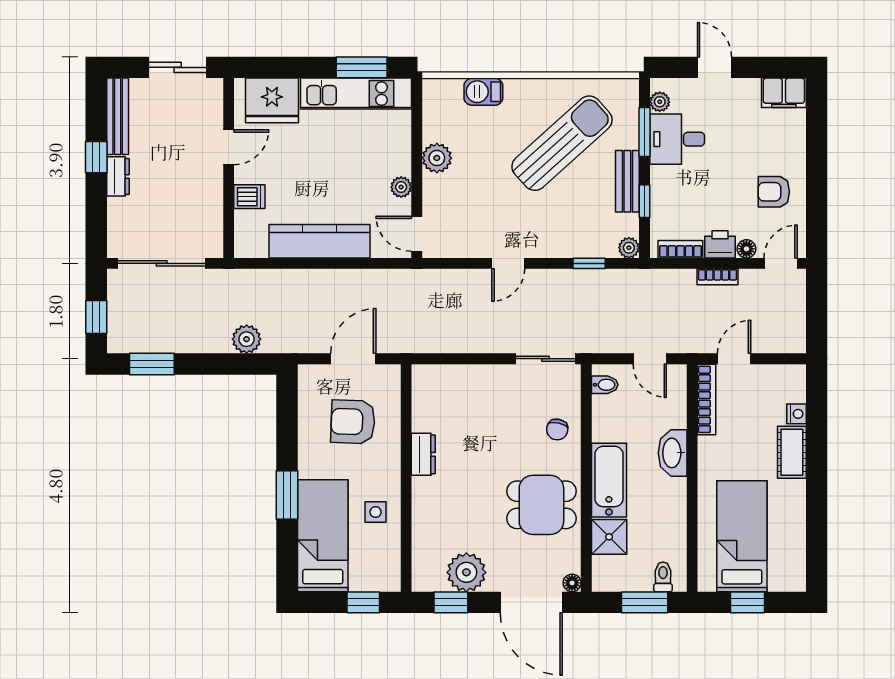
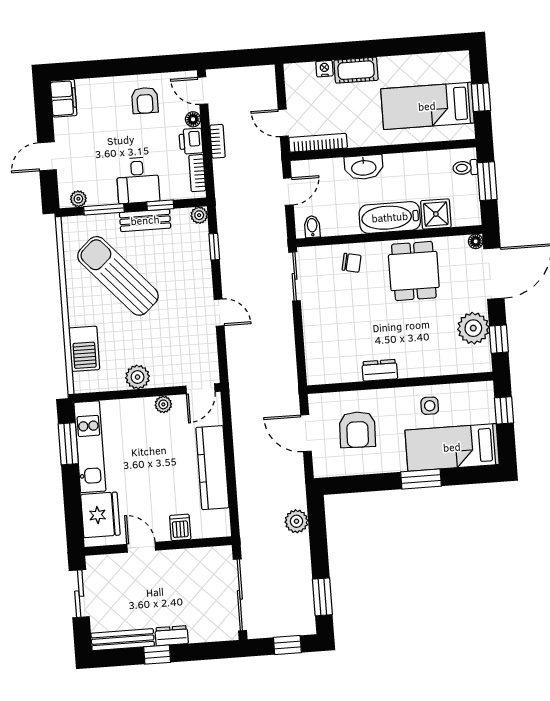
barbecue: (483, 92) -> (84, 349), width x1.38, depth x1.27
desk: (677, 139) -> (138, 180), moved

